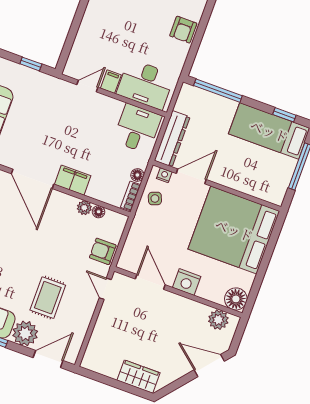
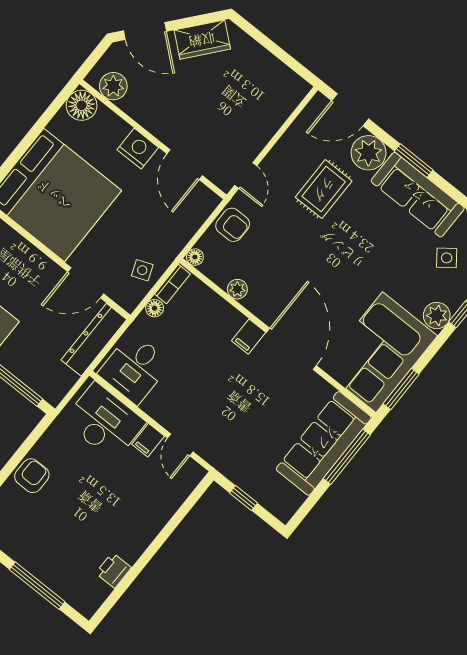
door: (87, 86) -> (180, 445), hinge flipped
nightstand: (164, 175) -> (120, 296), removed
filing cabinet: (73, 180) -> (249, 337), width x0.50
floor lamp: (99, 212) -> (195, 257), moved
wardrobe: (138, 377) -> (202, 40), moved, turned -50

